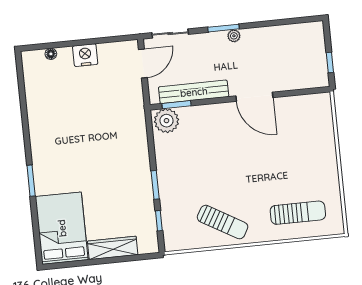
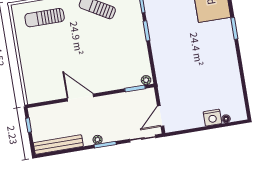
nightstand: (85, 55) -> (212, 118), moved
bench: (194, 92) -> (58, 145), moved
plant: (166, 121) -> (146, 80), width x0.53, depth x0.53

